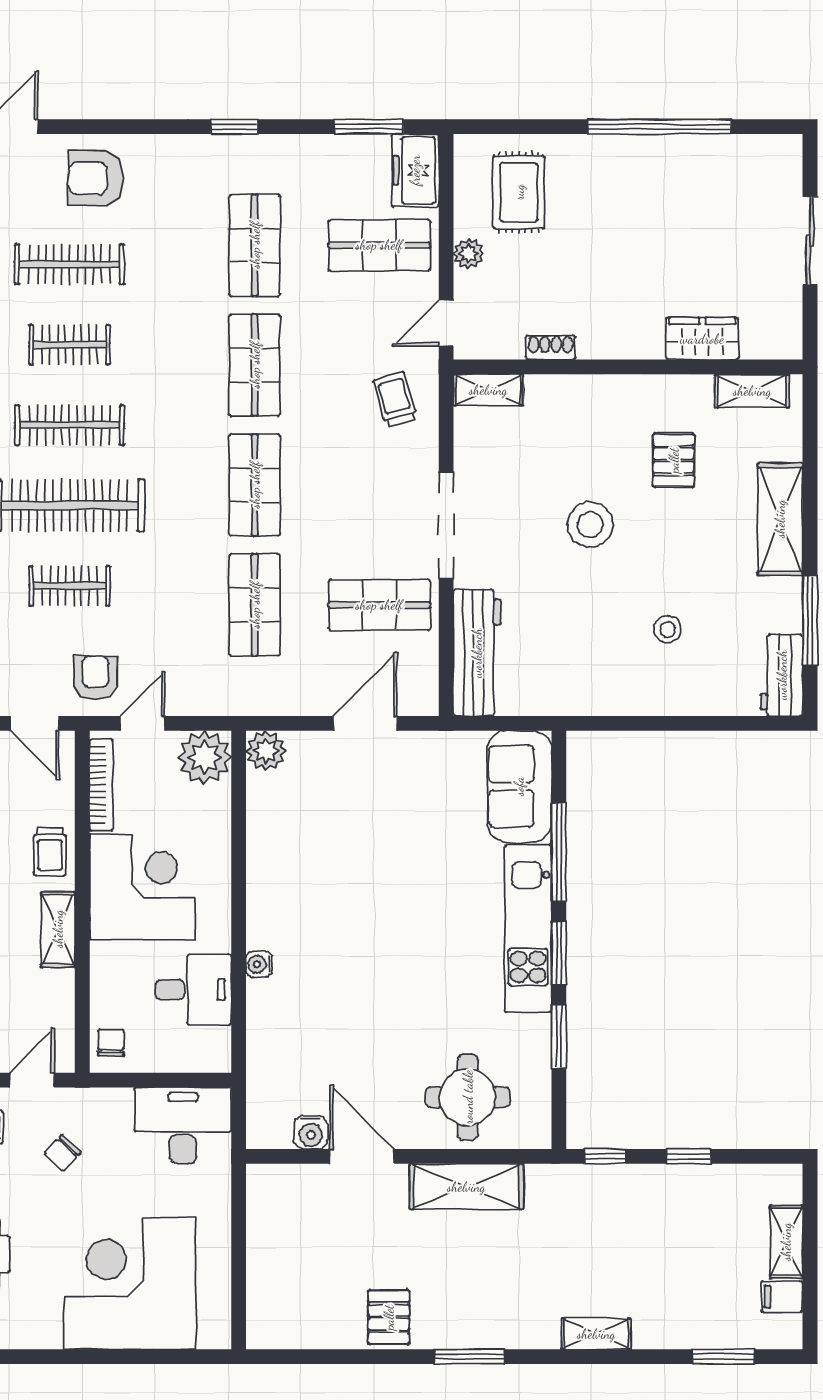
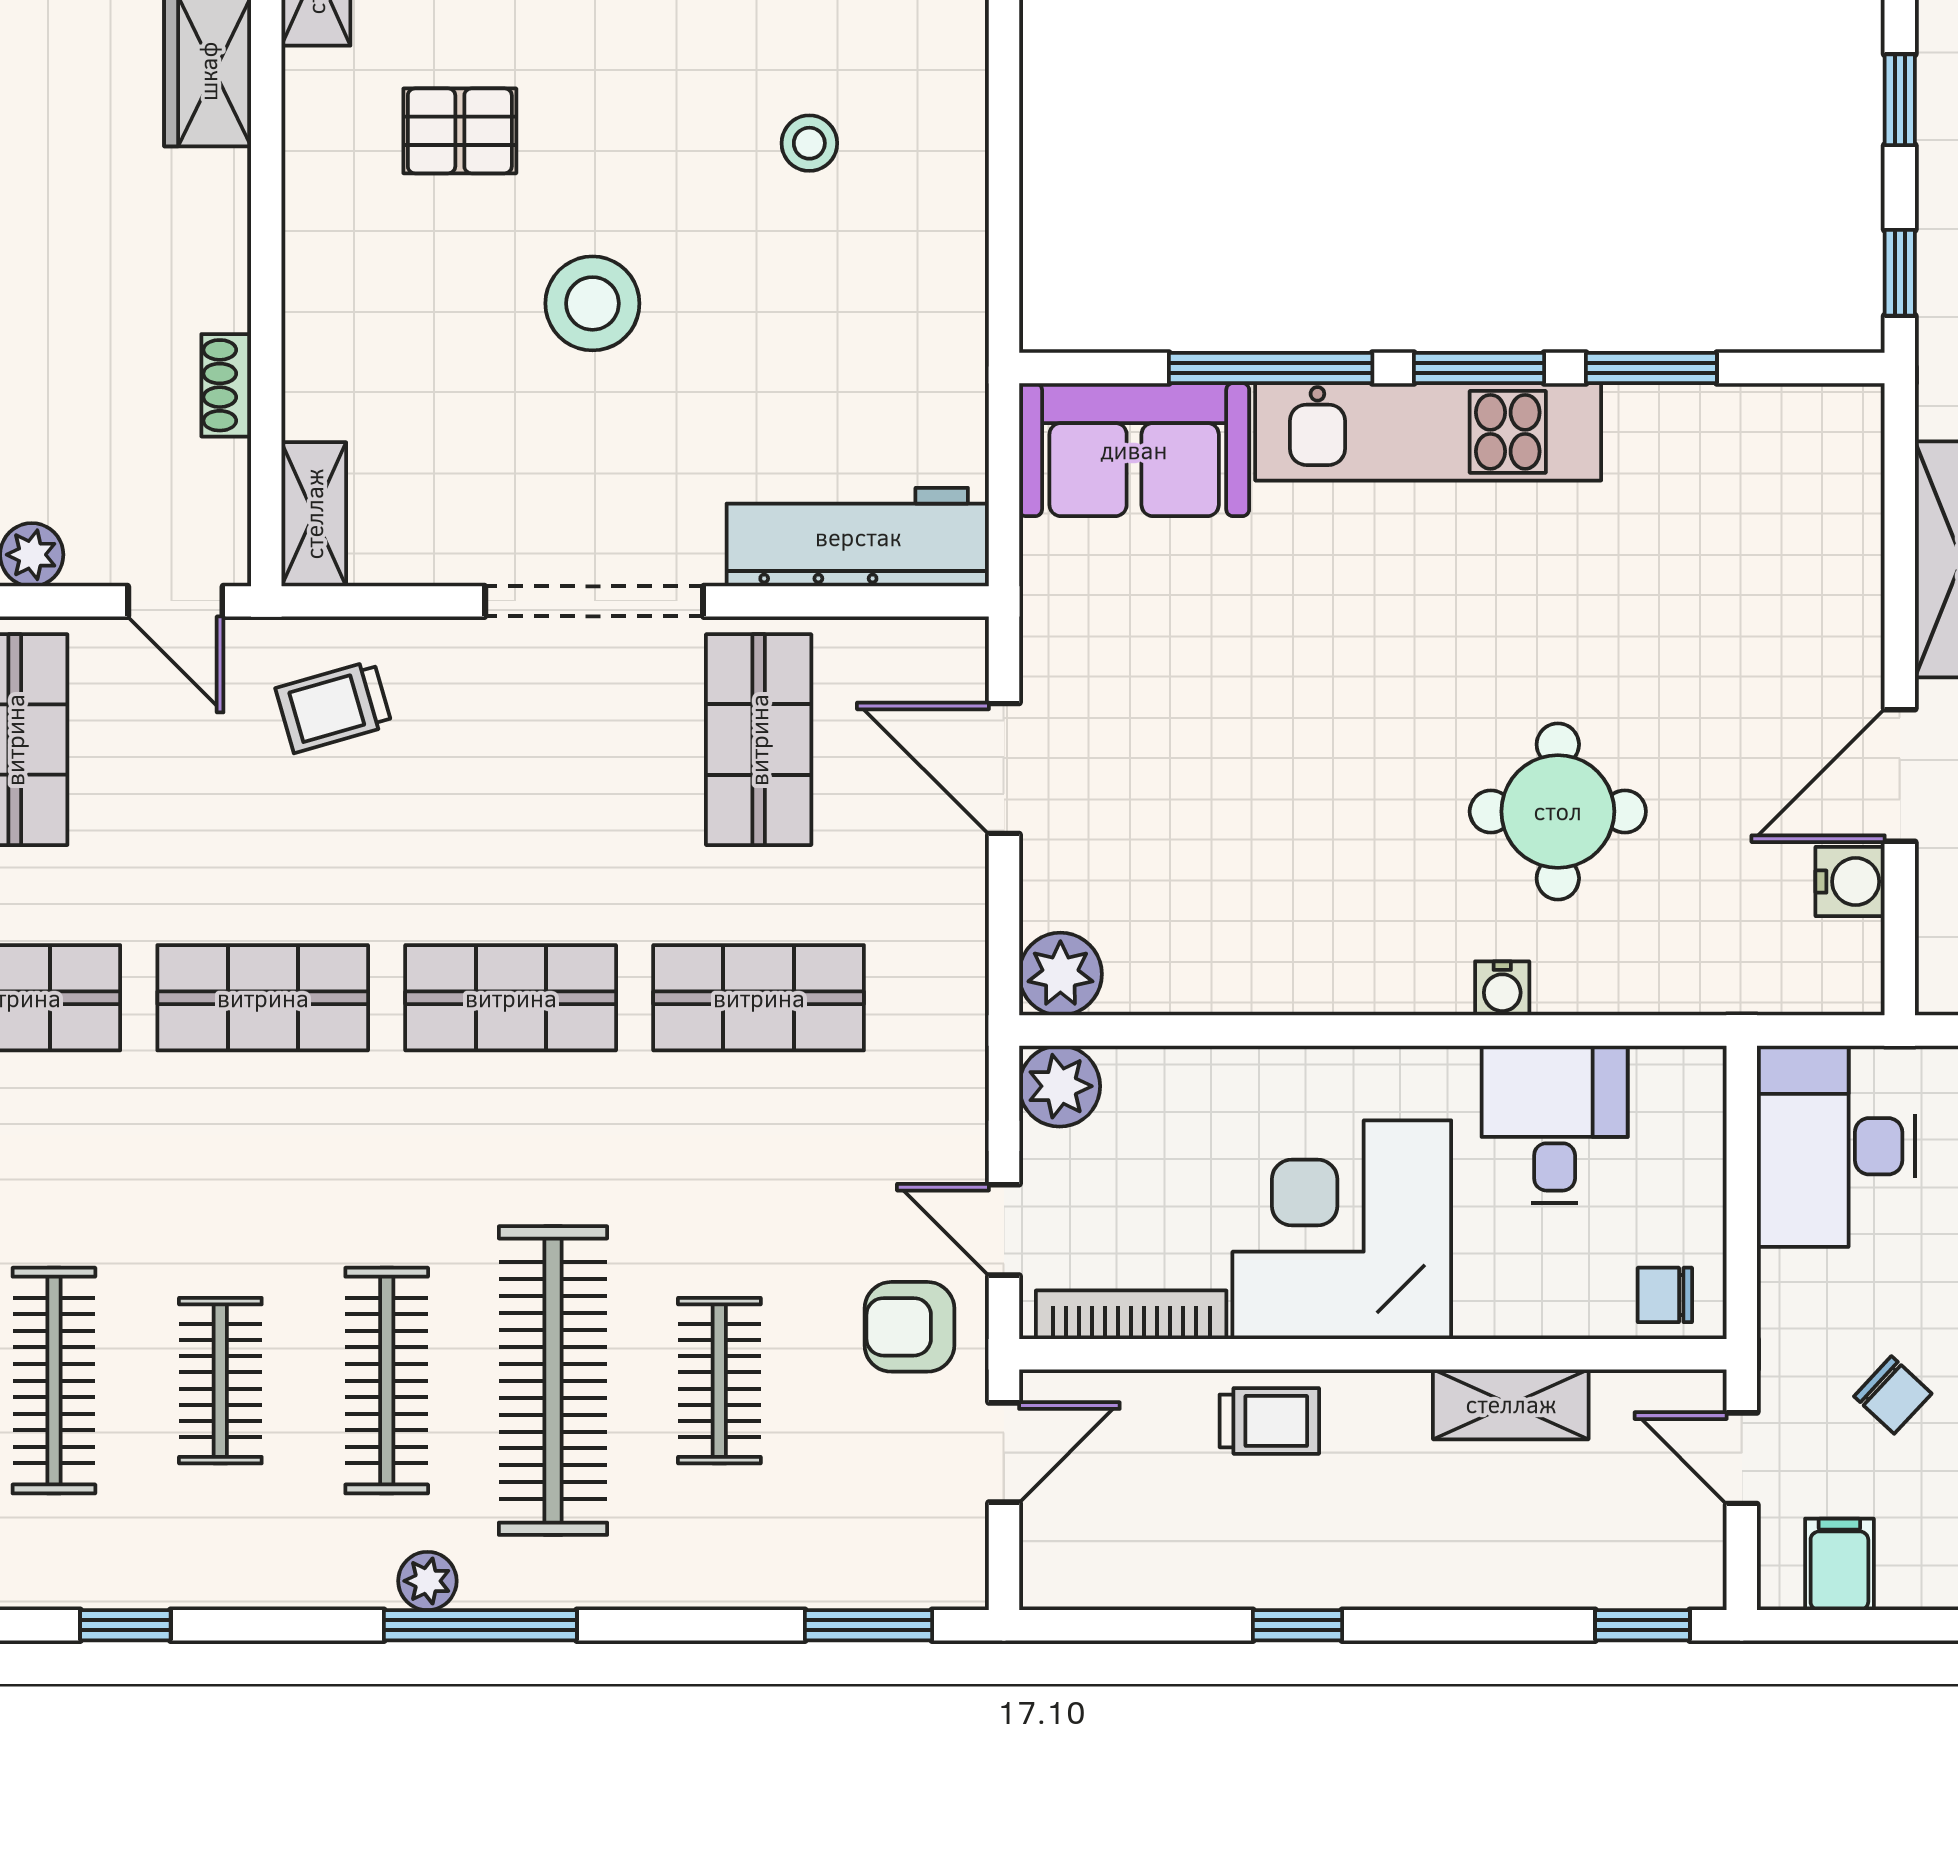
plant: (205, 757) -> (1060, 1086), width x0.73, depth x0.73
shelving: (58, 929) -> (1511, 1404), moved
round table: (468, 1097) -> (1558, 811), moved

